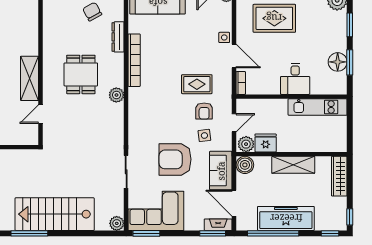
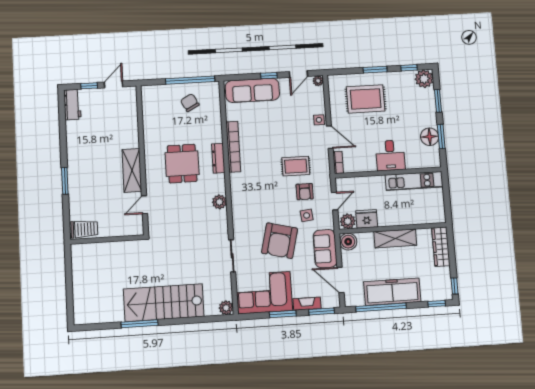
dresser: (118, 37) -> (218, 158), moved
plant: (116, 95) -> (219, 202), moved
armchair: (175, 159) -> (280, 241), turned -76
fireplace: (218, 225) -> (307, 304), moved
window: (146, 233) -> (283, 314), moved

